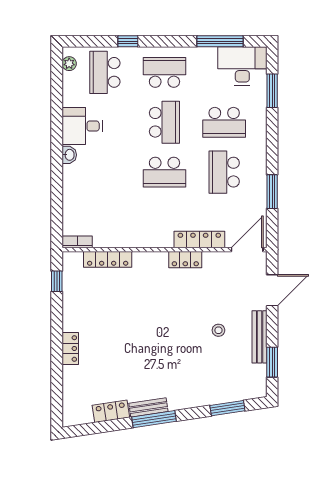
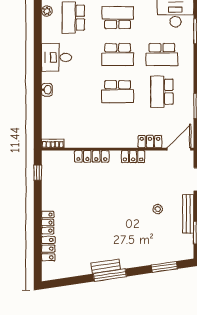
school desk: (164, 122) -> (118, 55), turned 90
washbasin: (69, 155) -> (47, 90), moved
locker: (199, 239) -> (150, 142), width x0.66
locker: (108, 259) -> (92, 156), moved
locker: (111, 411) -> (48, 249), moved, turned 99

